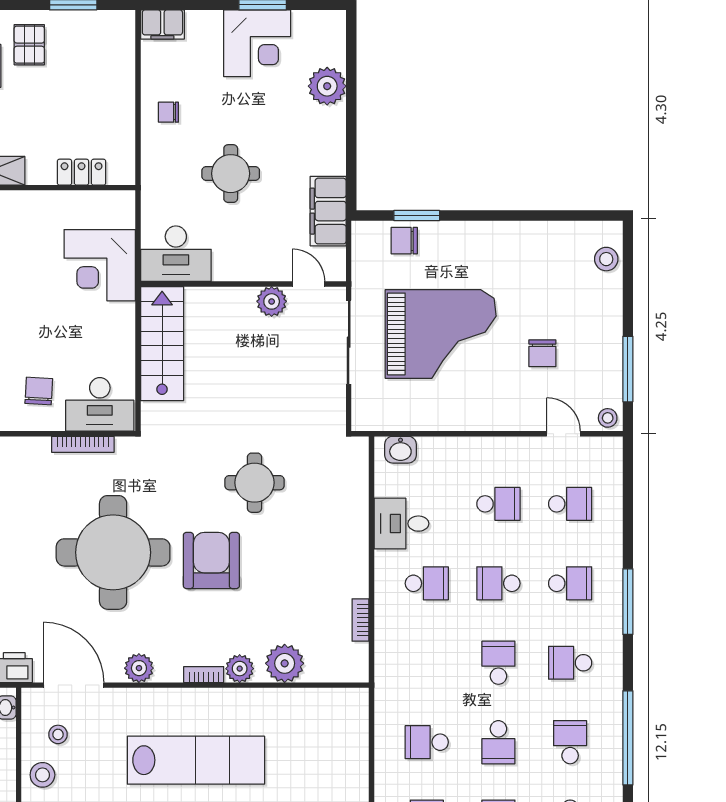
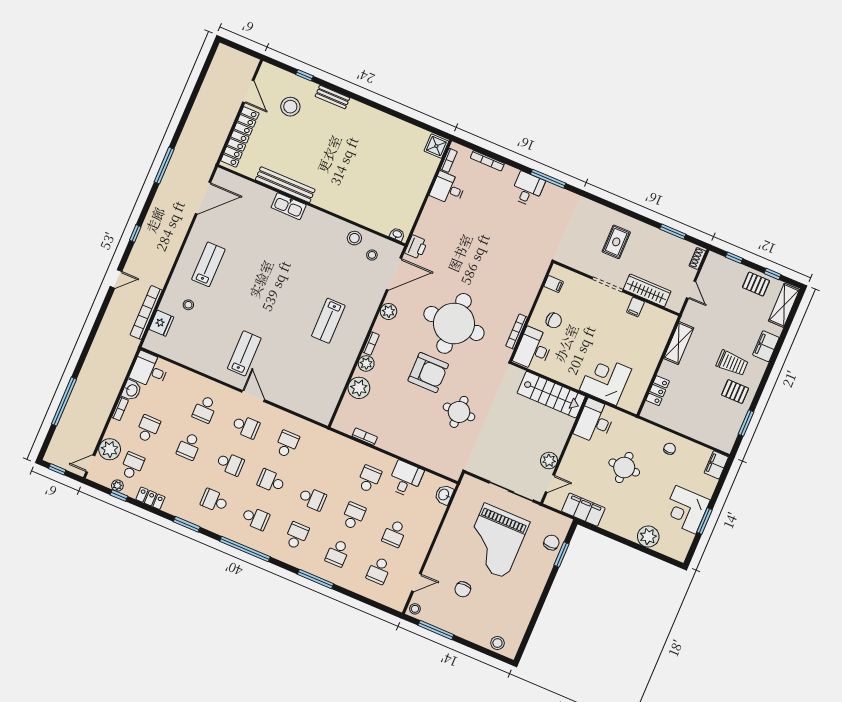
chair: (542, 353) -> (463, 589), turned -90
school desk: (427, 583) -> (369, 479), turned 180
lab bench: (196, 760) -> (328, 321), width x0.54, depth x0.72

